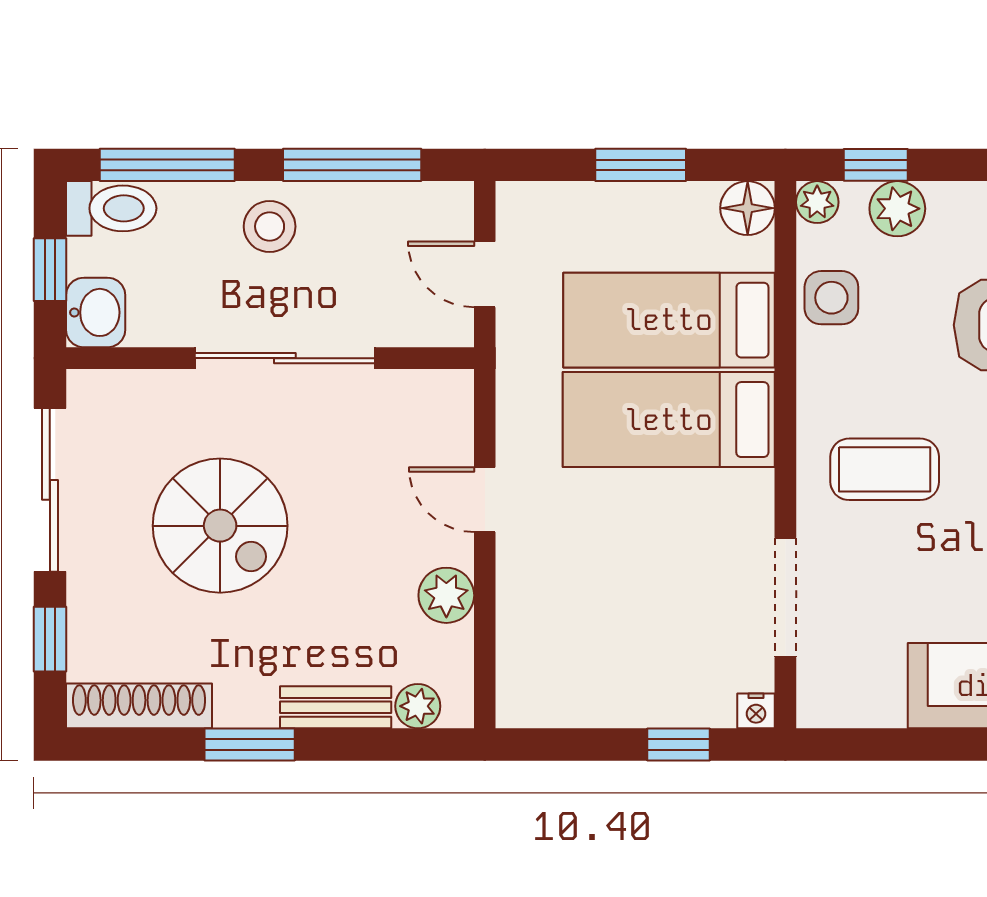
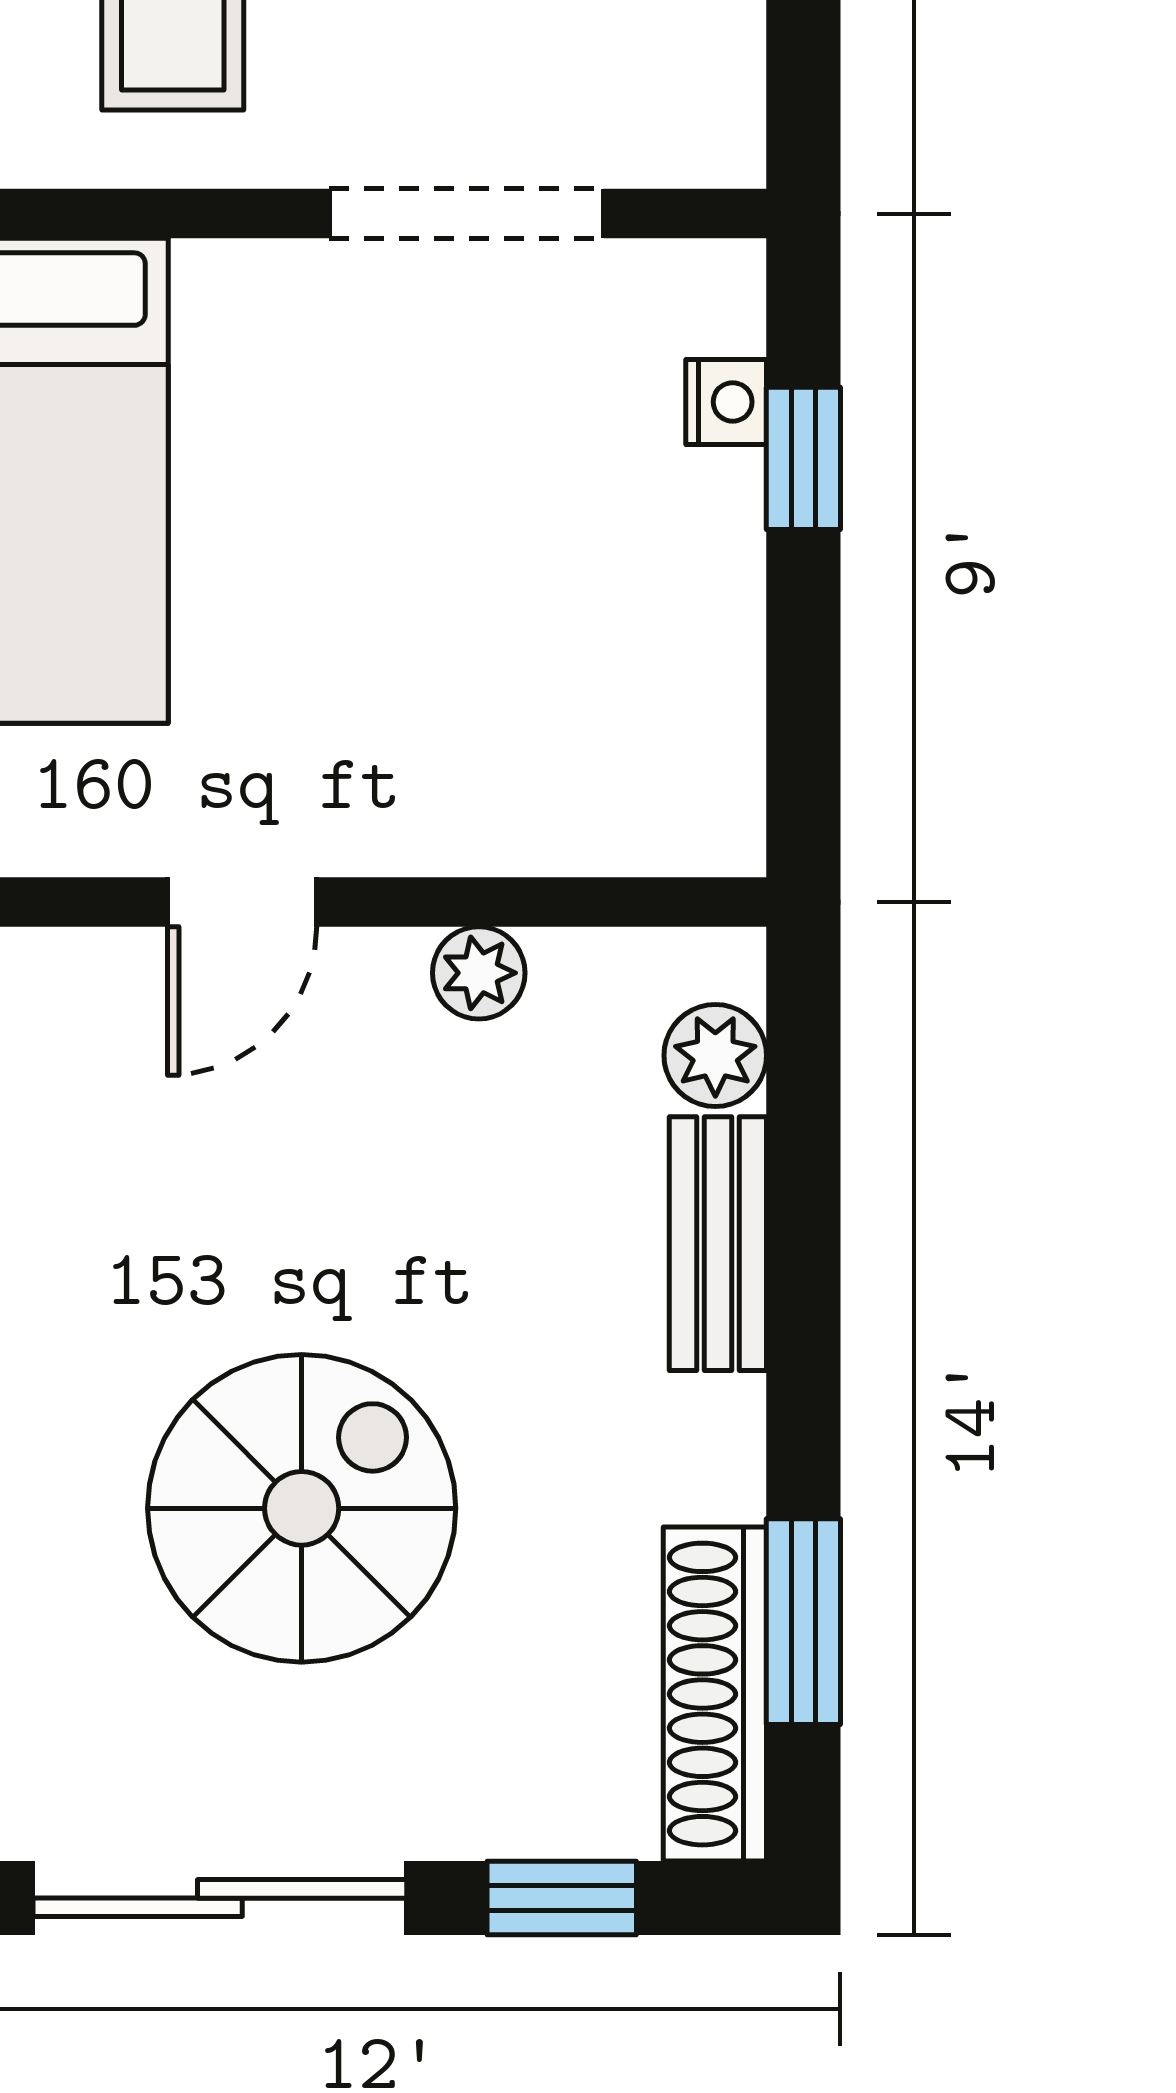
plant: (446, 595) -> (479, 973), width x0.73, depth x0.73
nightstand: (756, 711) -> (726, 402), moved
window: (250, 745) -> (803, 1622), moved

